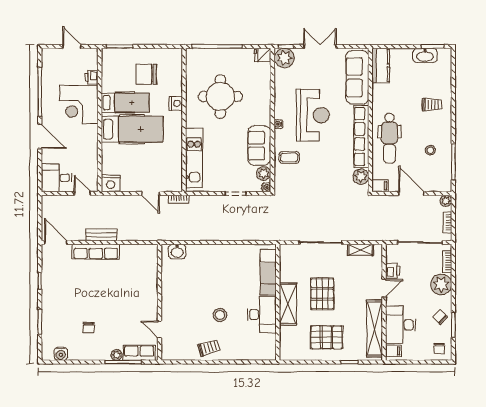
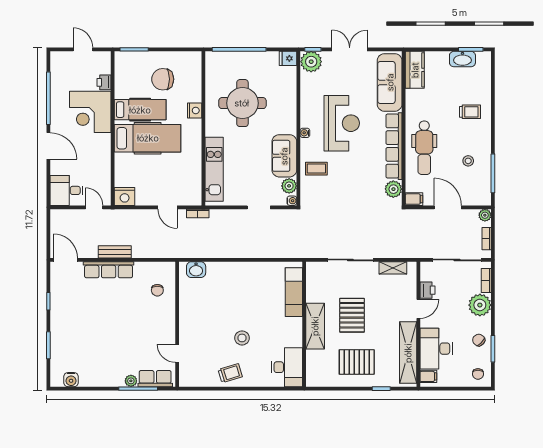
desk: (262, 315) -> (287, 367), moved
chair: (89, 328) -> (157, 290), moved

